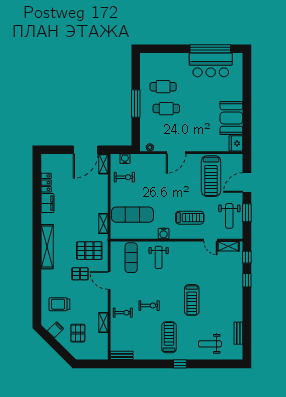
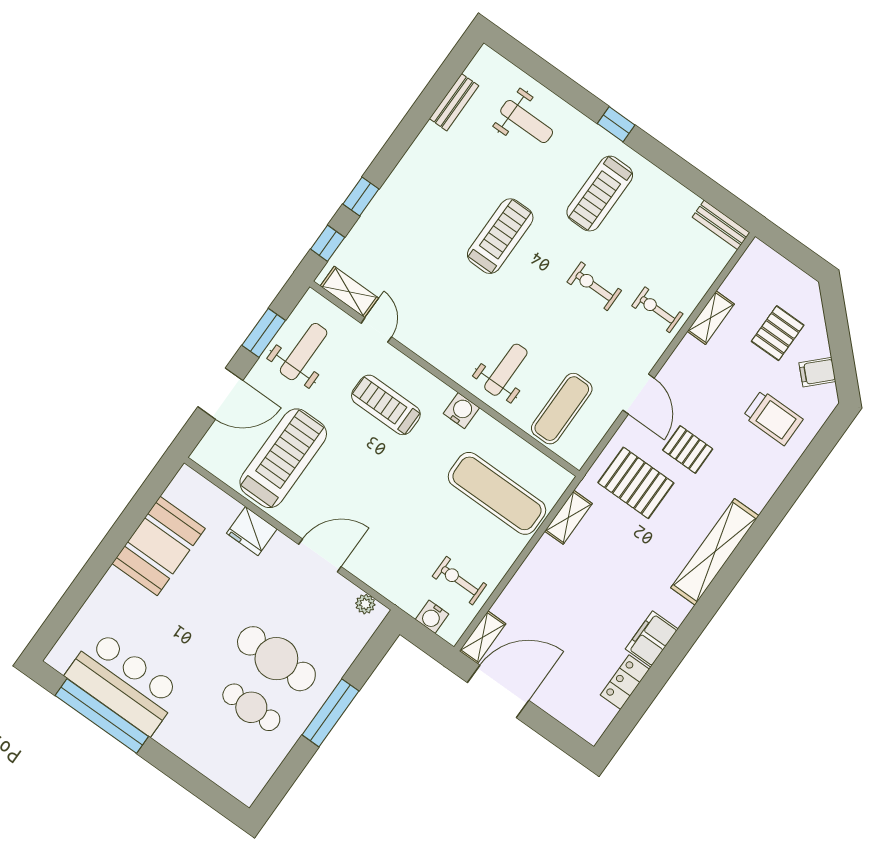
cafe table: (166, 109) -> (276, 659), width x1.37, depth x1.35
fridge: (236, 143) -> (252, 531), moved, turned 90

